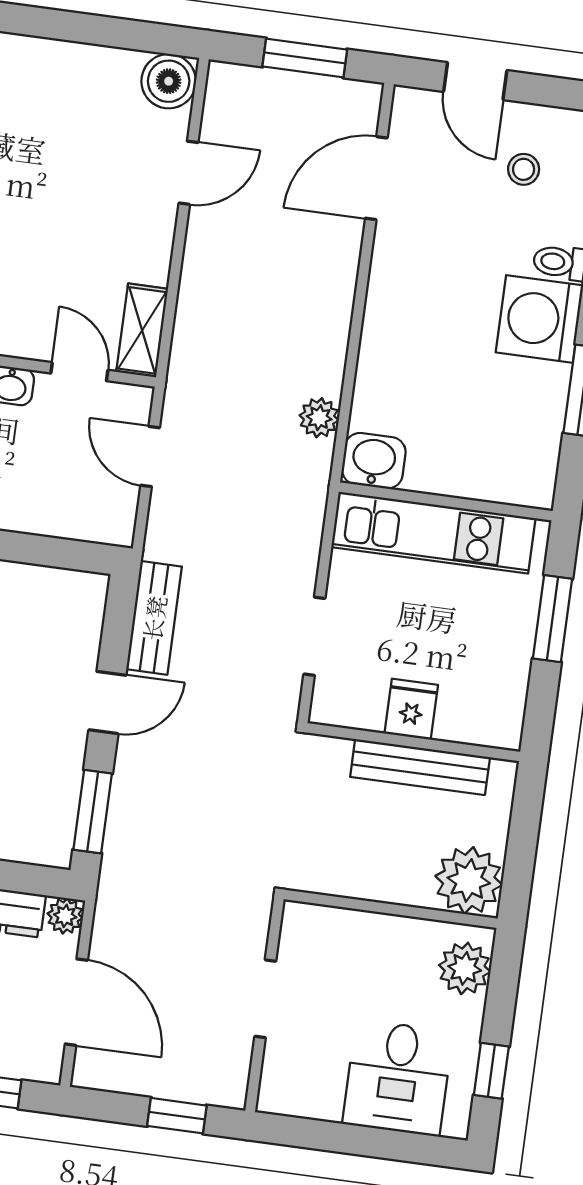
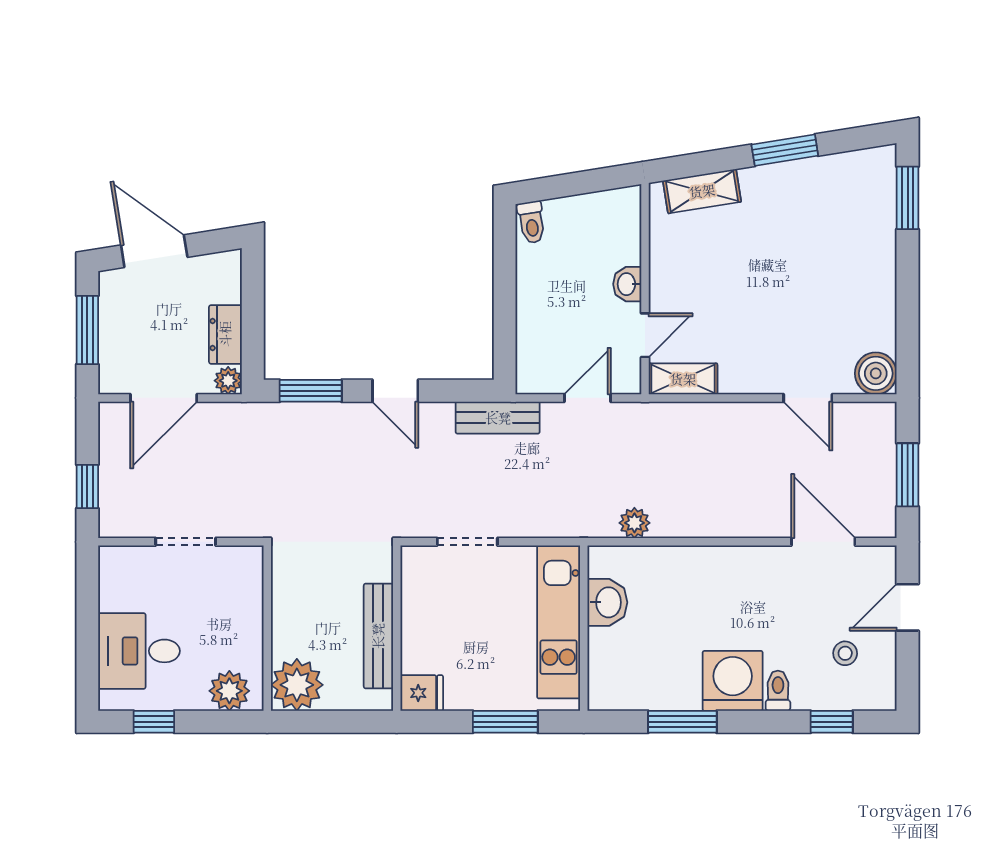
washbasin: (374, 461) -> (607, 602), moved
bench: (154, 618) -> (498, 418), moved
fridge: (411, 709) -> (422, 693), moved

